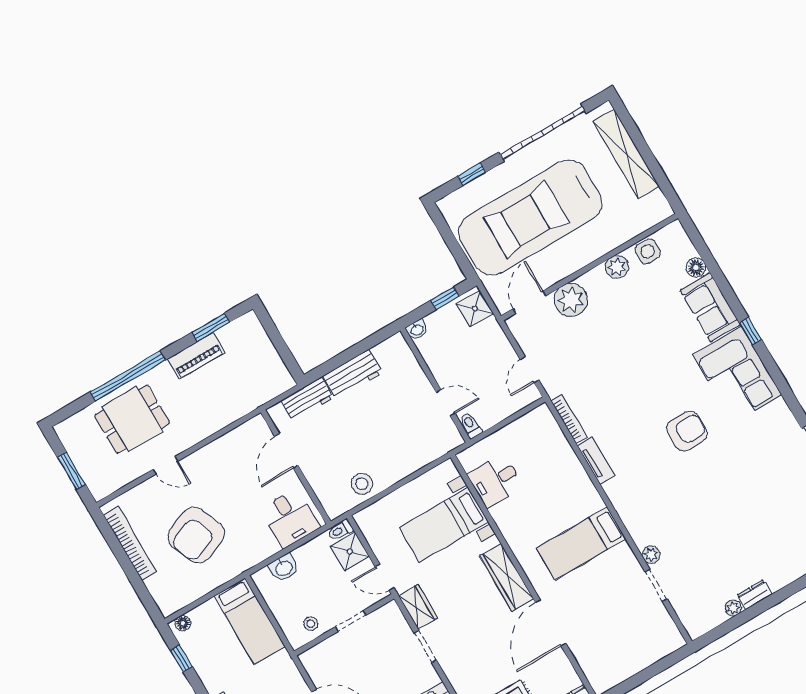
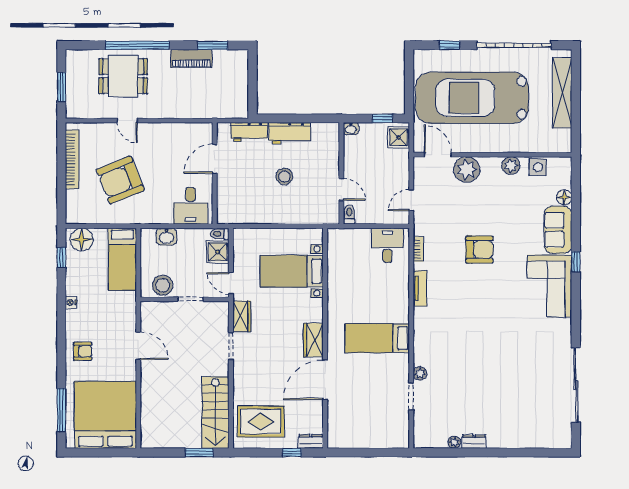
door: (529, 302) -> (438, 155), hinge flipped
bookcase: (569, 419) -> (418, 249), width x0.64
armchair: (687, 431) -> (479, 250), moved
desk: (495, 481) -> (387, 245), moved, turned 90
stool: (362, 484) -> (284, 176), moved
wardrobe: (507, 577) -> (313, 340), width x0.67
floor lamp: (183, 623) -> (82, 240), width x1.89, depth x1.89
stool: (311, 624) -> (163, 285), width x1.89, depth x1.89

